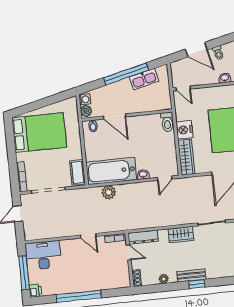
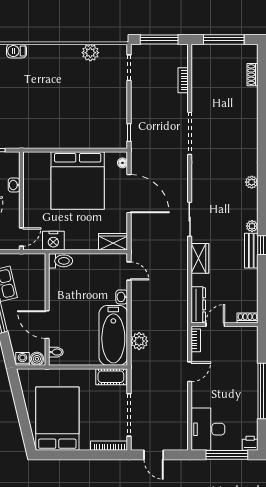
door: (114, 116) -> (47, 325), swing flipped
nightstand: (184, 130) -> (53, 241), moved
wardrobe: (186, 157) -> (113, 242), width x0.67
plant: (164, 279) -> (252, 226), moved

